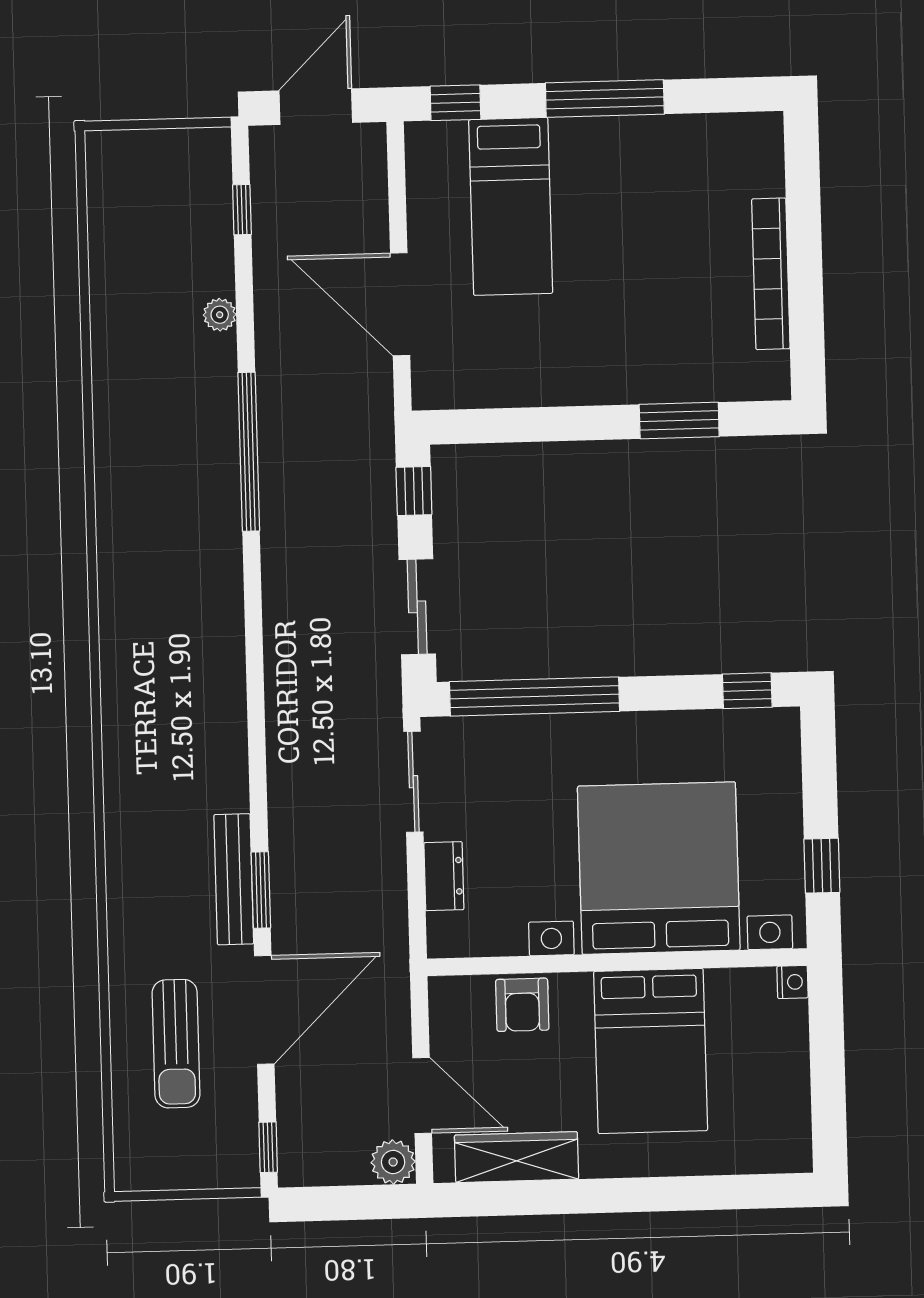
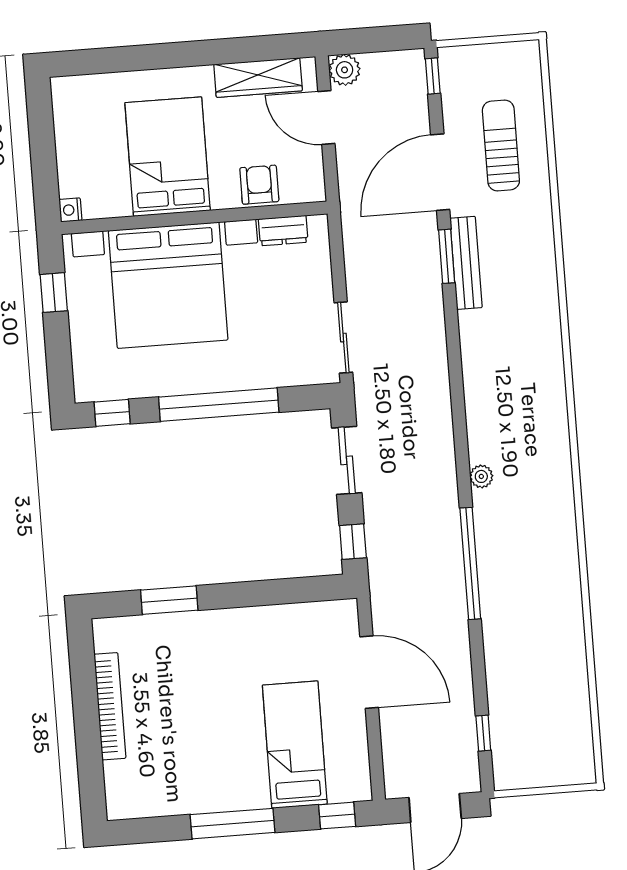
plant: (220, 315) -> (481, 476), moved
window: (535, 697) -> (219, 405), moved
dresser: (444, 876) -> (283, 231), moved, turned -90

